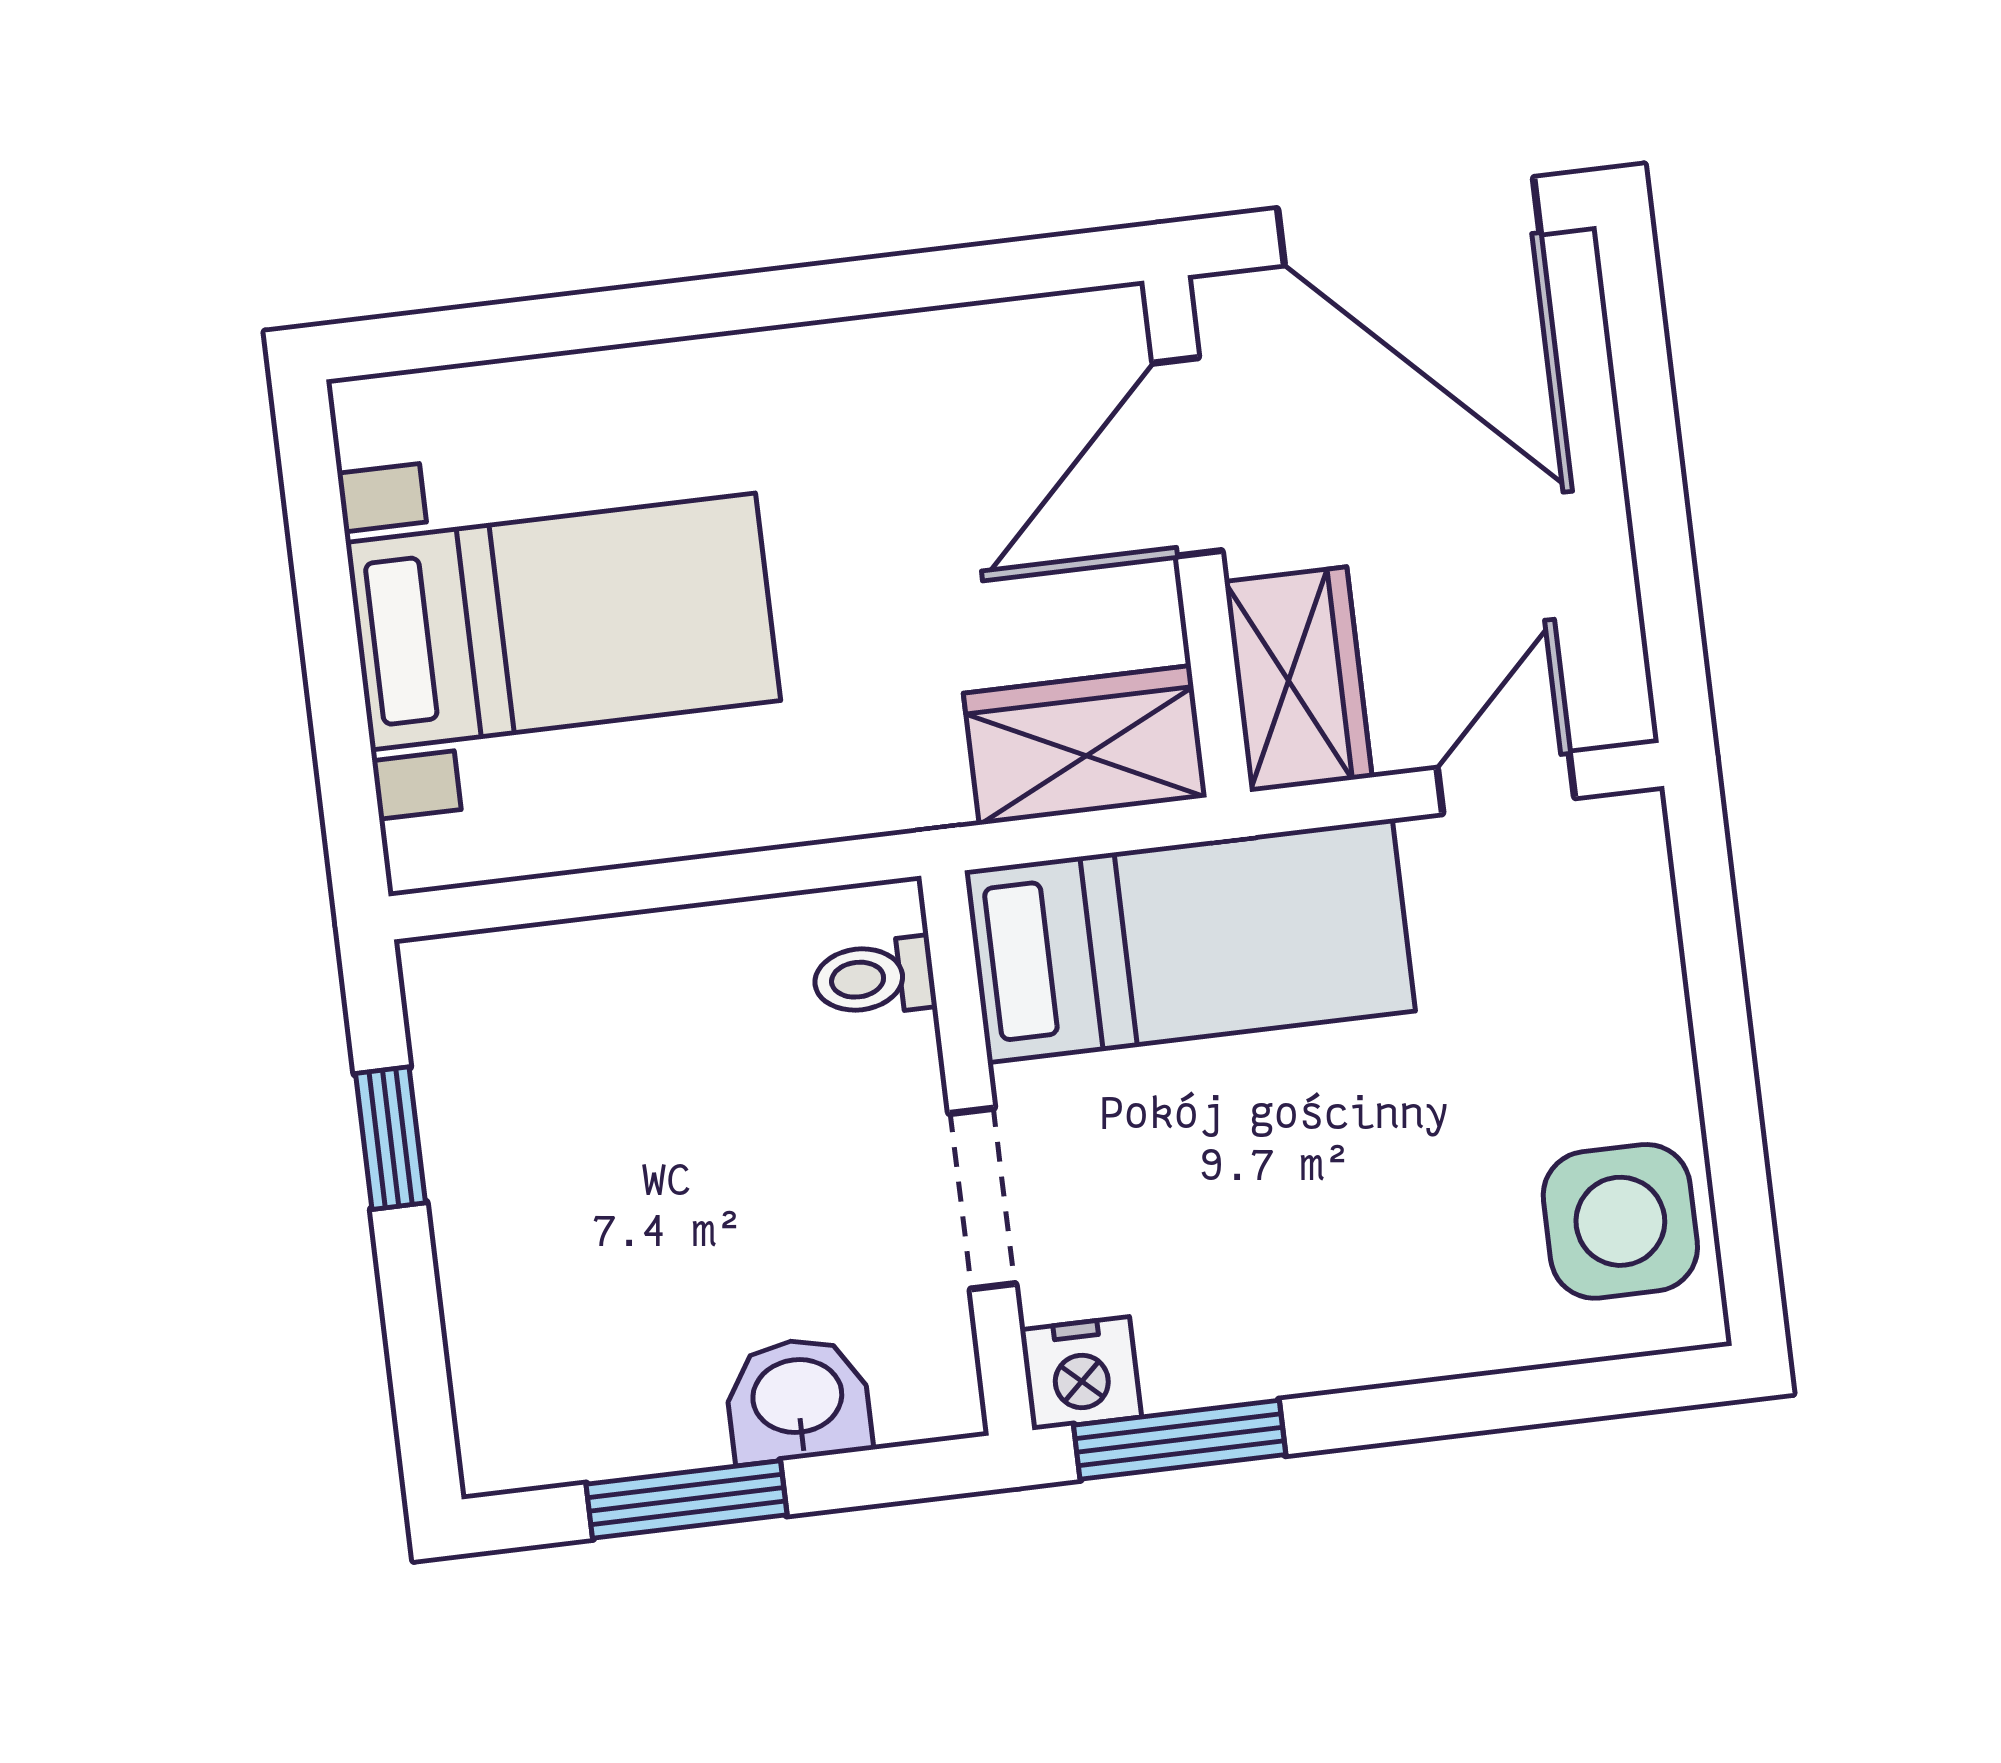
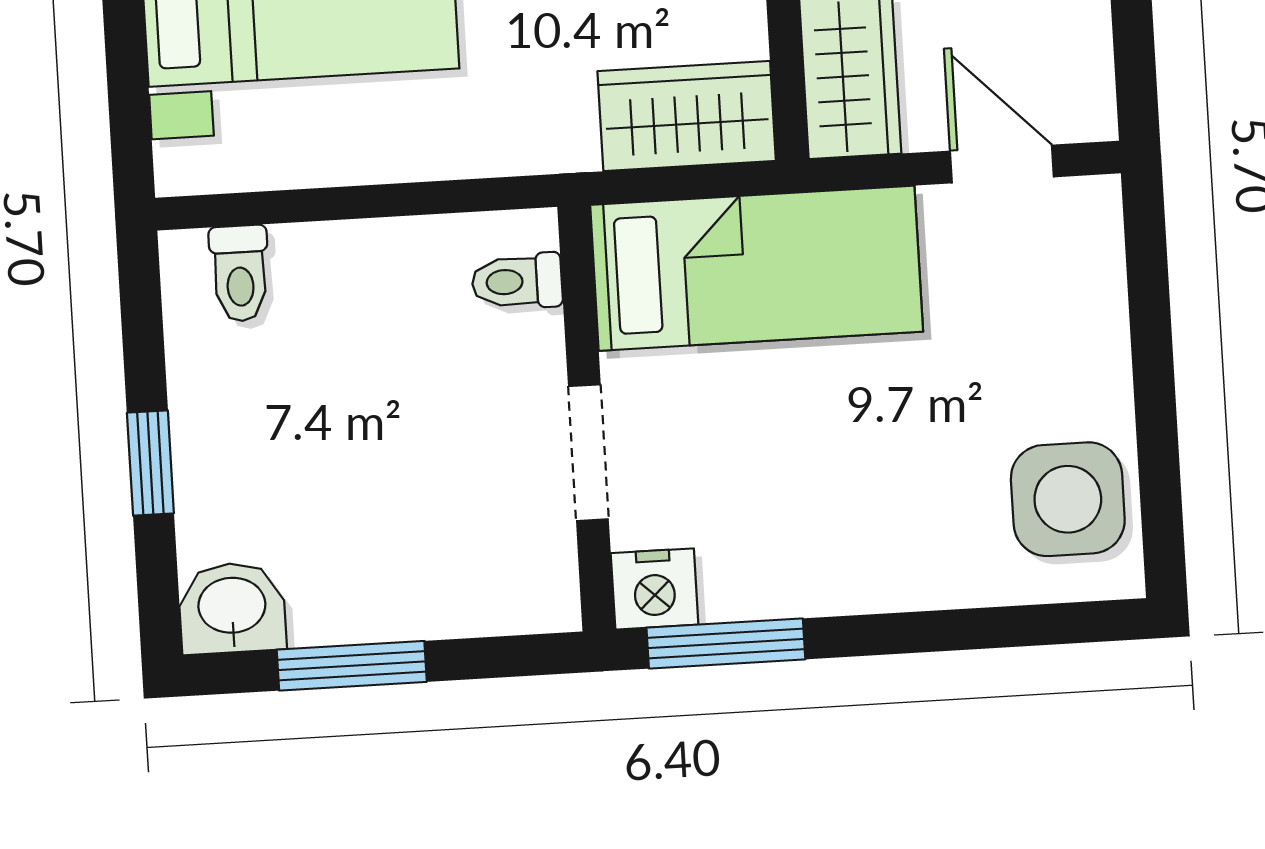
door: (1506, 783) -> (1002, 164), hinge flipped
toilet: (507, 989) -> (240, 273), added
window: (390, 1138) -> (150, 463), moved
washbasin: (798, 1400) -> (232, 608), moved

